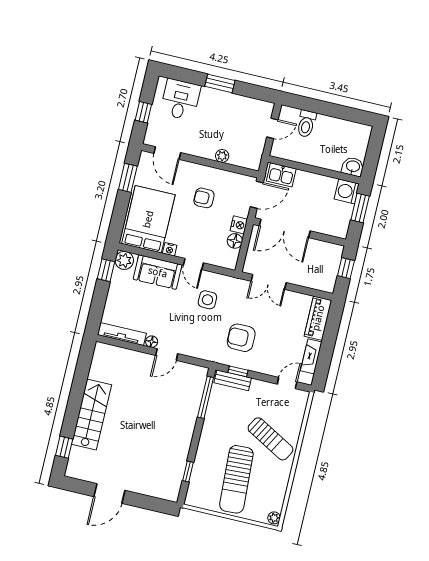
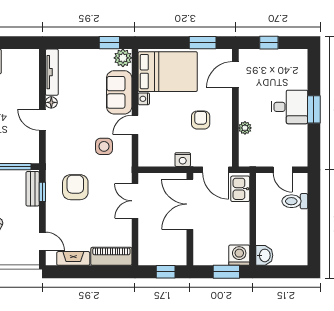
desk: (180, 100) -> (289, 107), moved
floor lamp: (235, 241) -> (166, 159), removed

